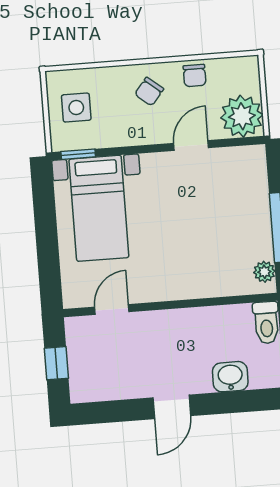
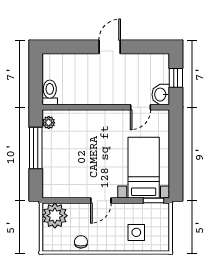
chair: (149, 92) -> (109, 234), removed
side table: (76, 108) -> (136, 232), moved
door: (191, 146) -> (101, 201), moved
washbasin: (230, 377) -> (161, 95), moved, turned 90

